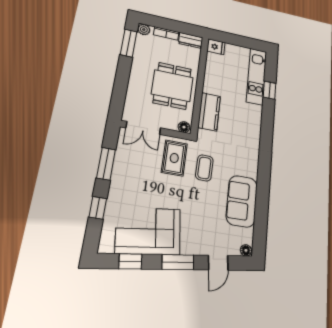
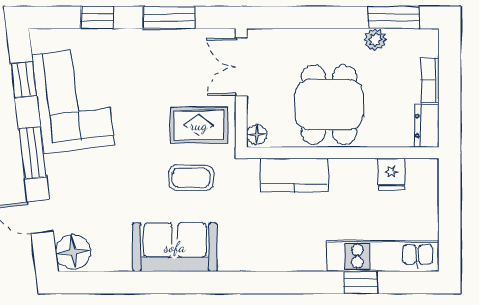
plant: (144, 30) -> (375, 40), moved
fridge: (216, 47) -> (391, 174), moved
dining table: (172, 86) -> (329, 105), turned 90
sofa: (242, 201) -> (175, 247), moved
floor lamp: (246, 250) -> (73, 252), width x1.89, depth x1.89

